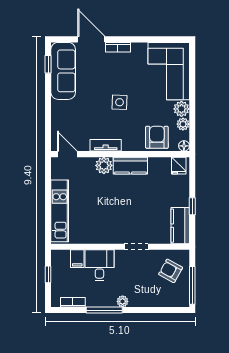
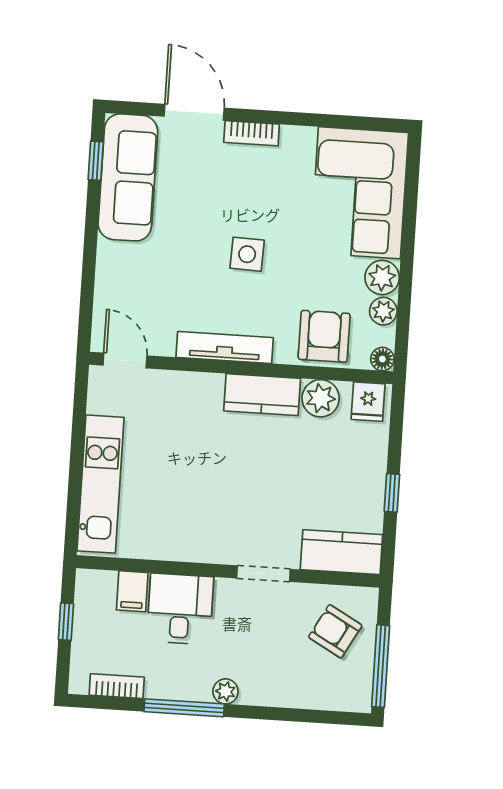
tv unit: (106, 145) -> (225, 347), width x1.41
plant: (104, 165) -> (321, 398), moved
kitchen counter: (180, 226) -> (341, 552), moved, turned 90

